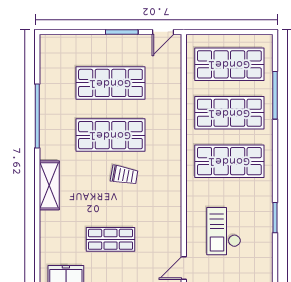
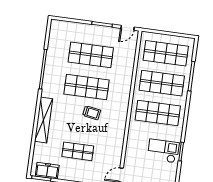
shelving: (49, 185) -> (44, 120), width x1.47
checkout: (224, 231) -> (163, 151), moved, turned 90

